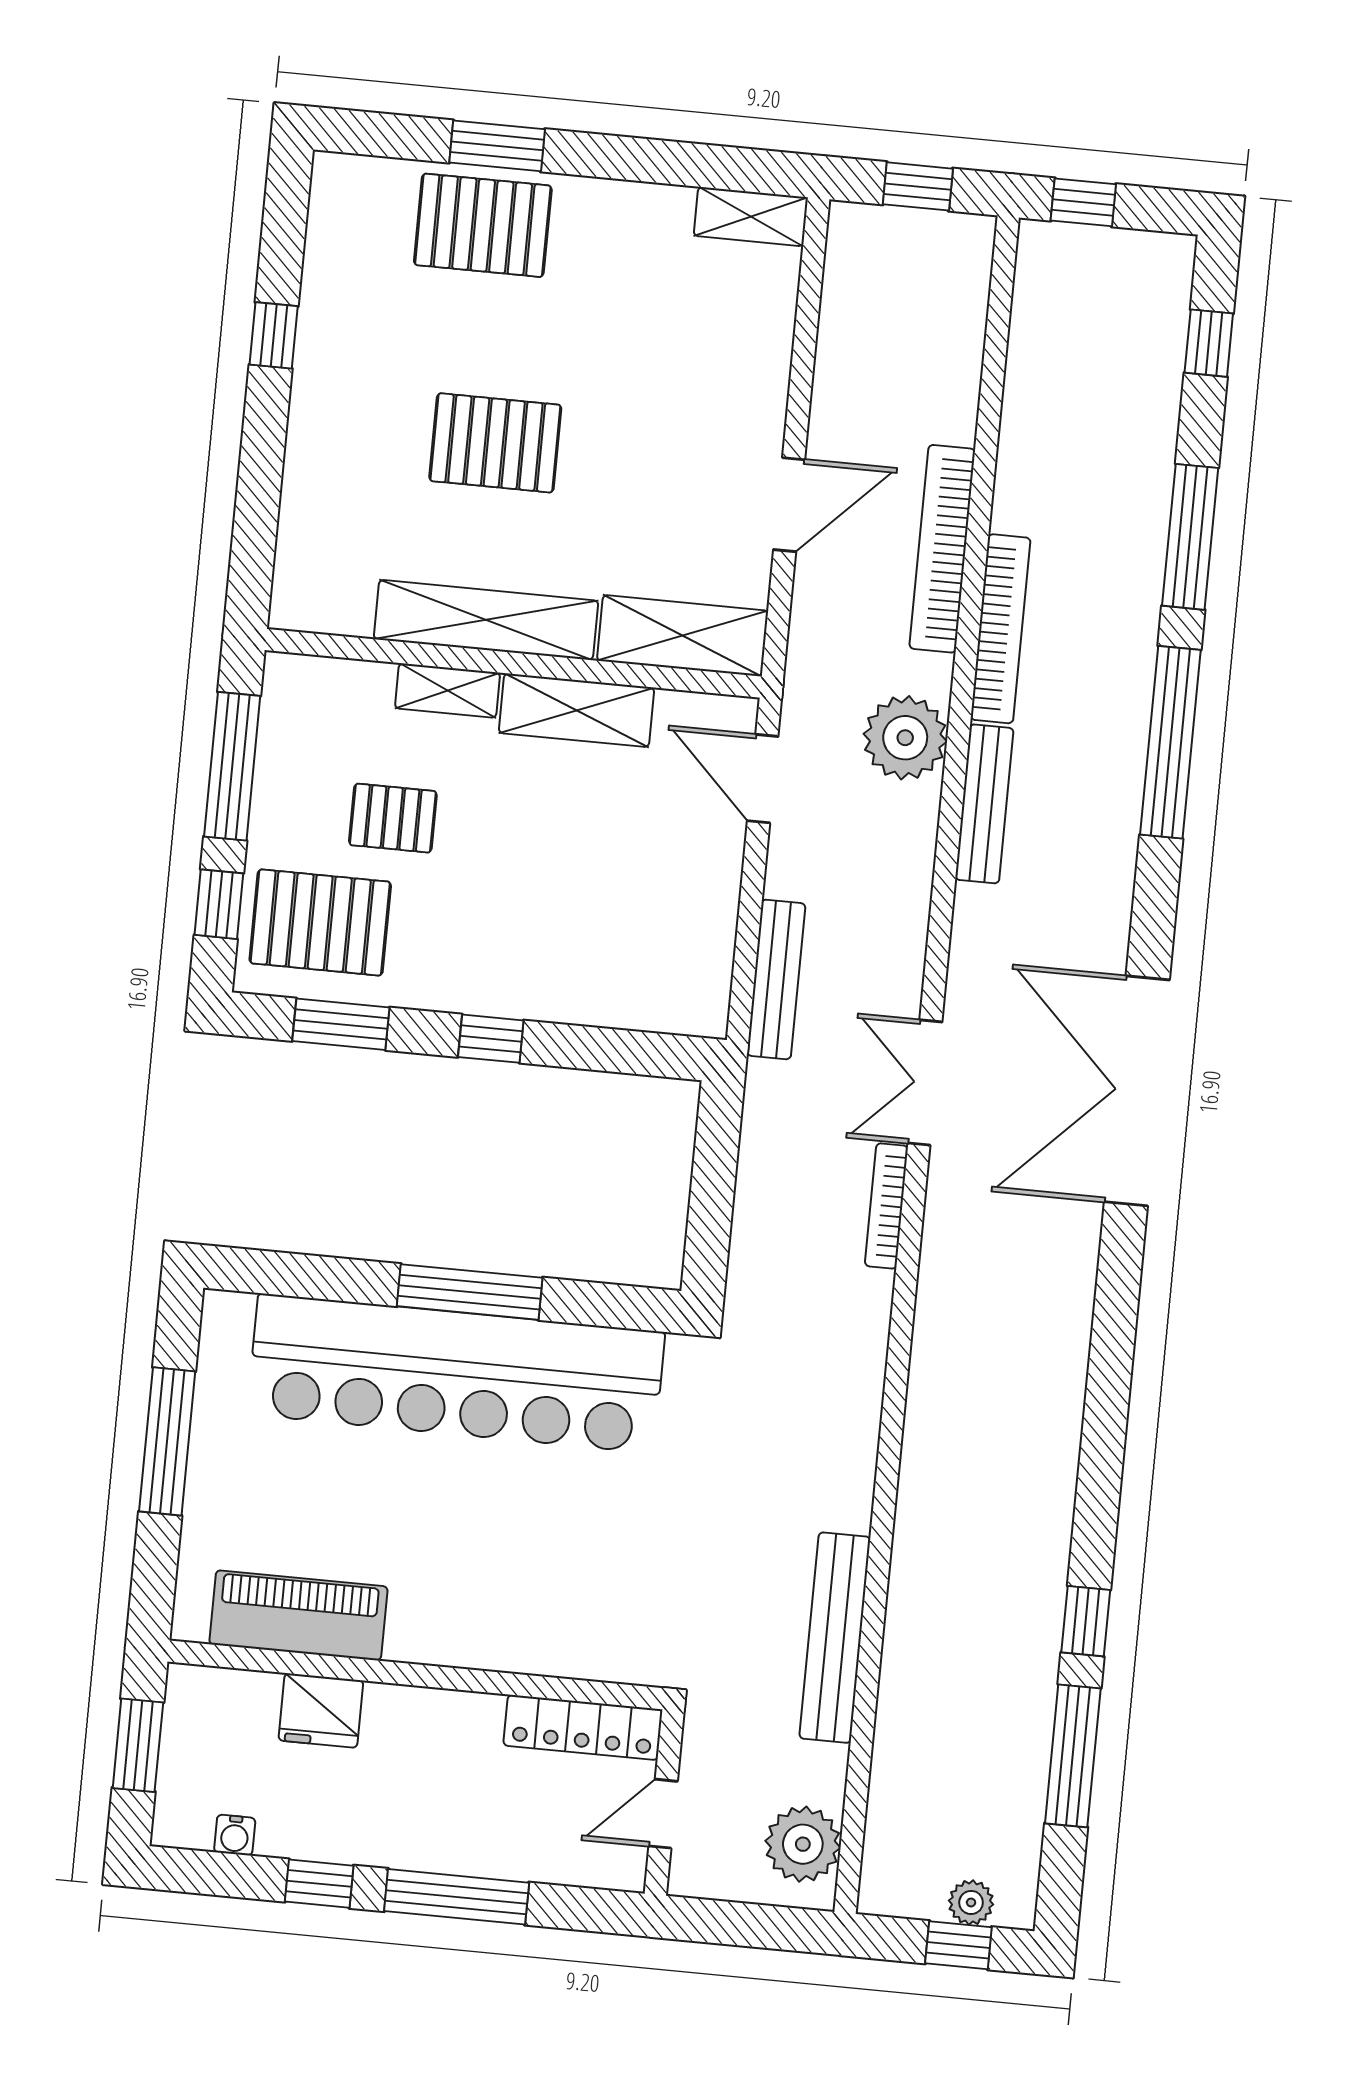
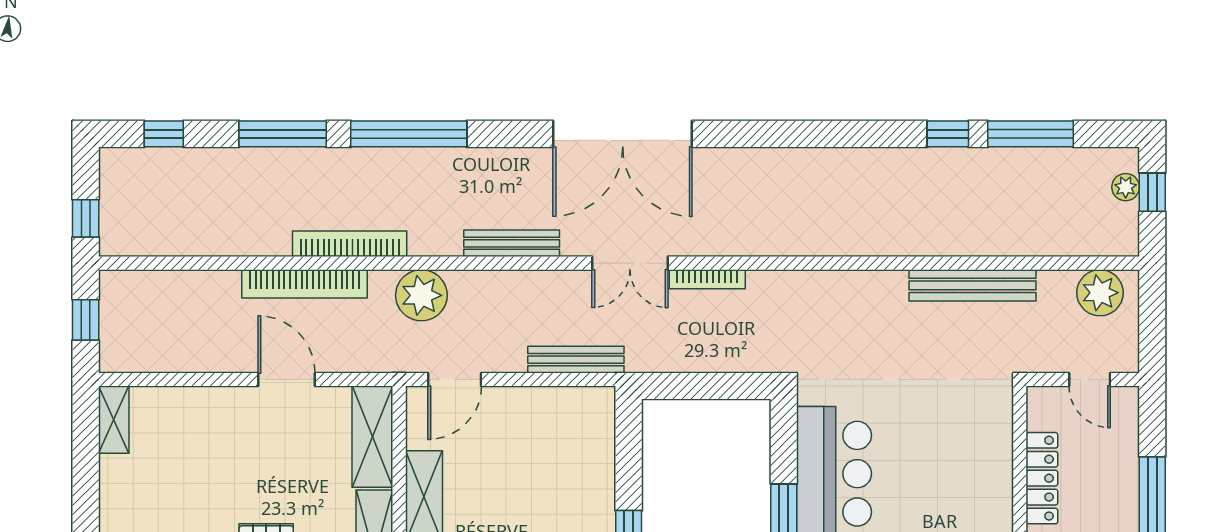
bench: (984, 804) -> (512, 243), moved
locker: (583, 1727) -> (1042, 478), moved

